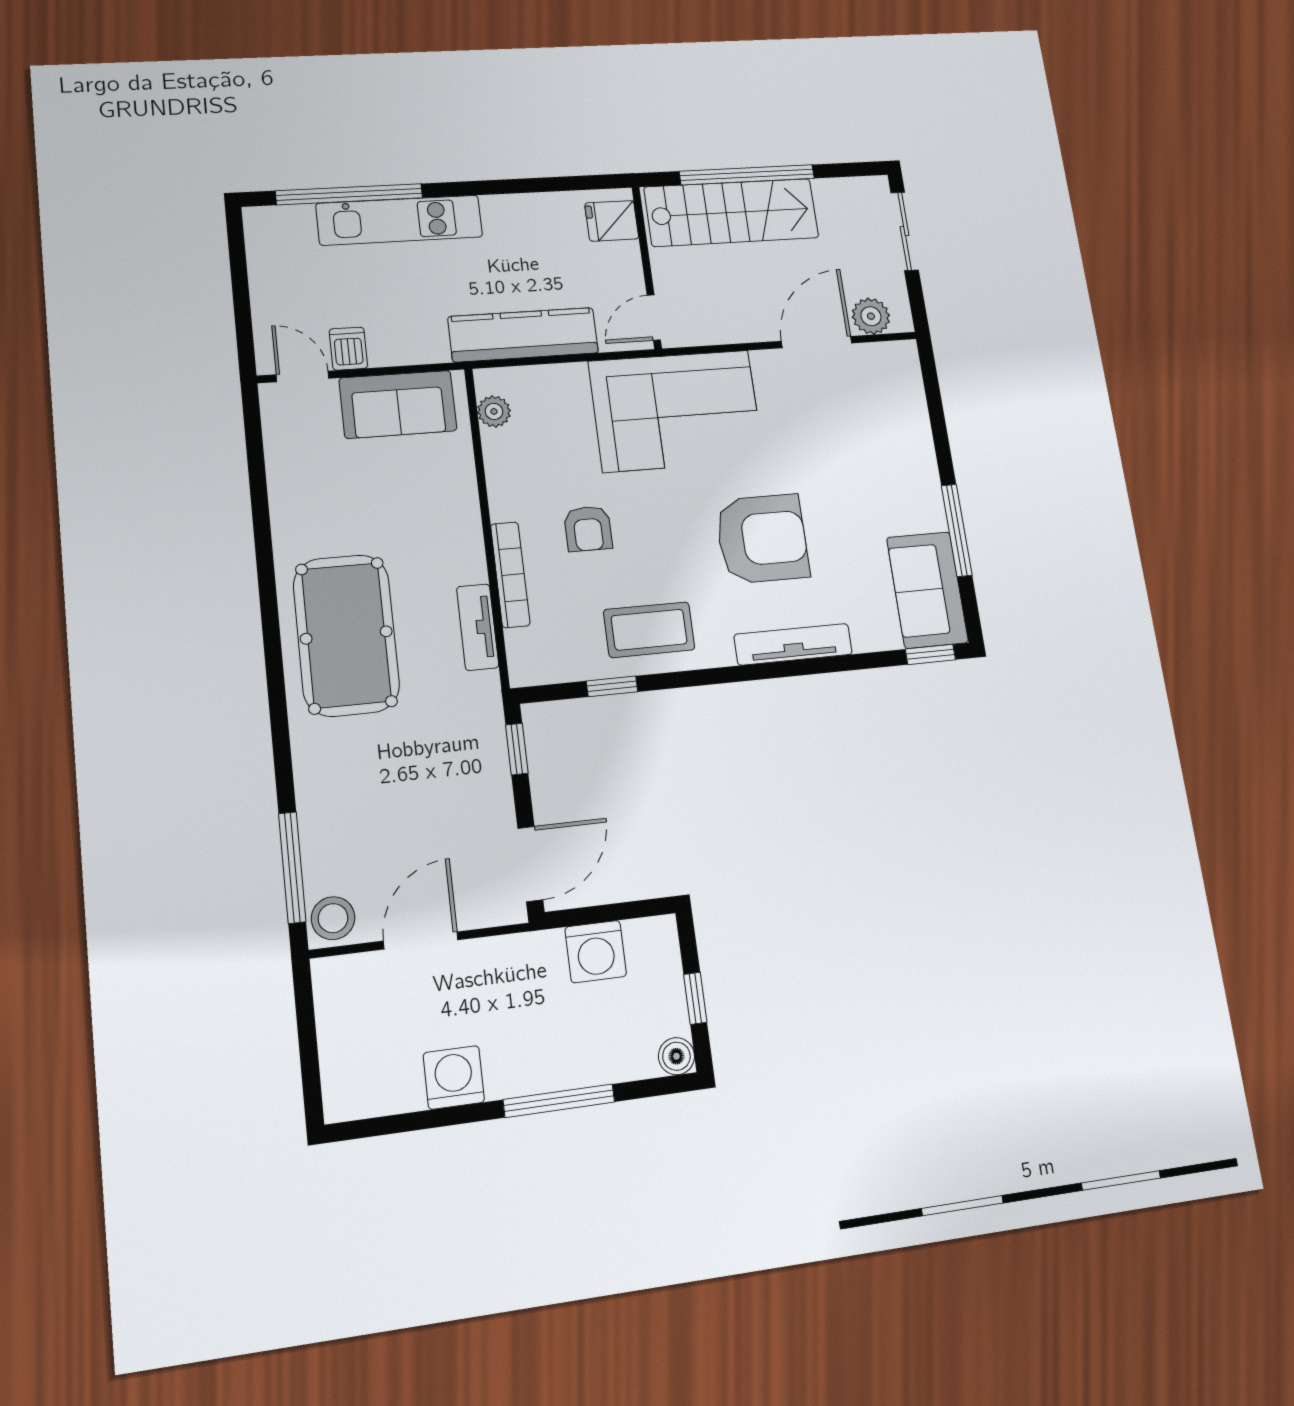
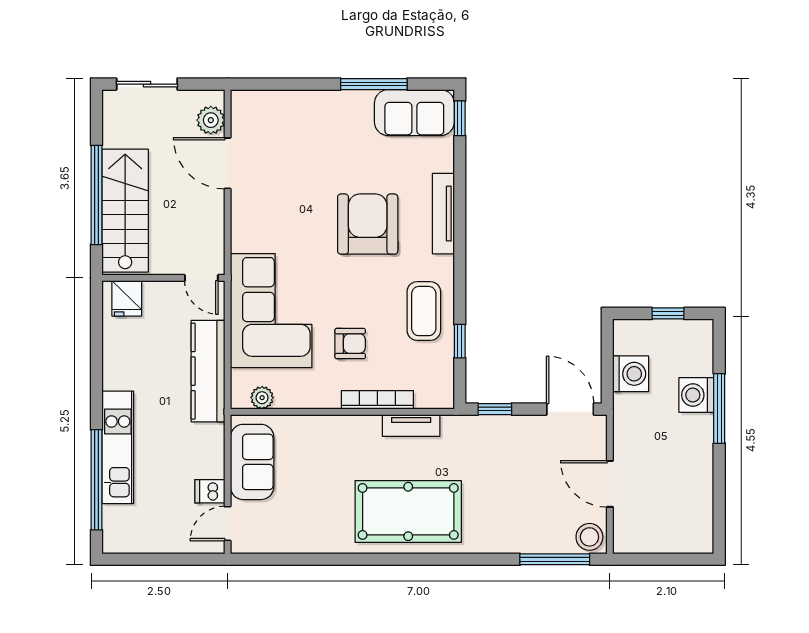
corner sofa: (676, 411) -> (271, 311), moved
boiler: (676, 1056) -> (702, 331), removed
washing machine: (454, 1077) -> (696, 395), moved

